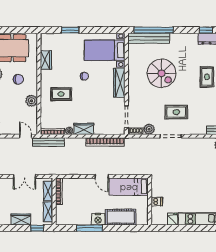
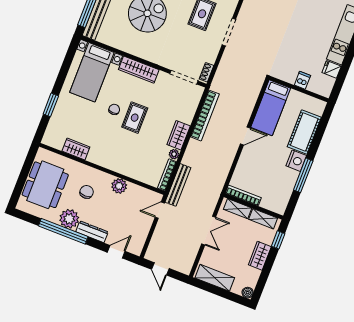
rug: (61, 94) -> (135, 118), moved
plant: (149, 129) -> (210, 55), removed

